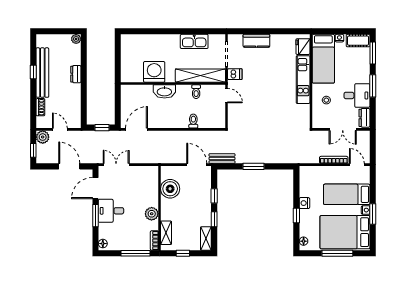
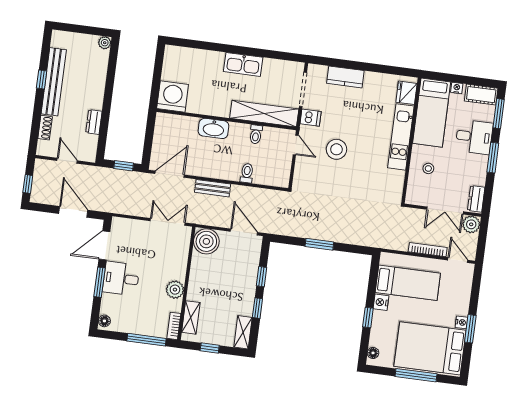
kitchen sink: (194, 41) -> (243, 64), moved
washing machine: (154, 72) -> (173, 96), moved
dresser: (76, 74) -> (94, 122), moved
stool: (257, 95) -> (336, 149), added
desk: (357, 95) -> (474, 137), moved
plant: (43, 137) -> (471, 224), moved
bench: (222, 159) -> (213, 188), moved
double door: (116, 165) -> (168, 222), moved
boiler: (170, 189) -> (206, 241), moved
bed: (347, 194) -> (408, 283), moved, turned 180

